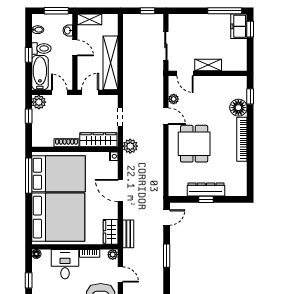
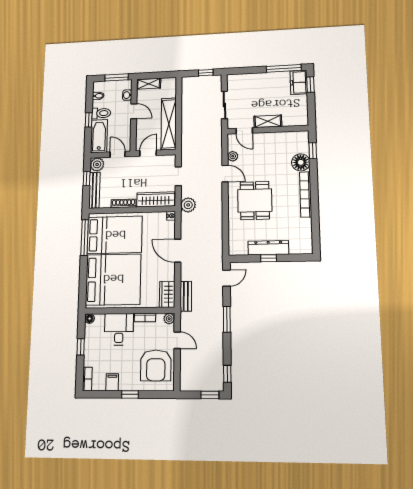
bench: (37, 129) -> (94, 190), added

